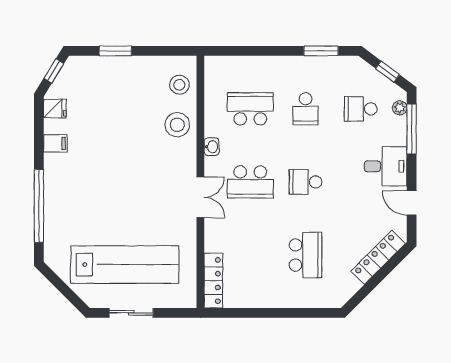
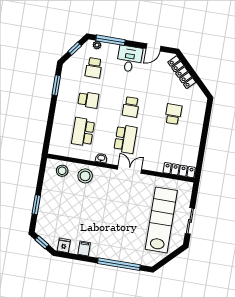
school desk: (306, 255) -> (173, 114), width x0.54

